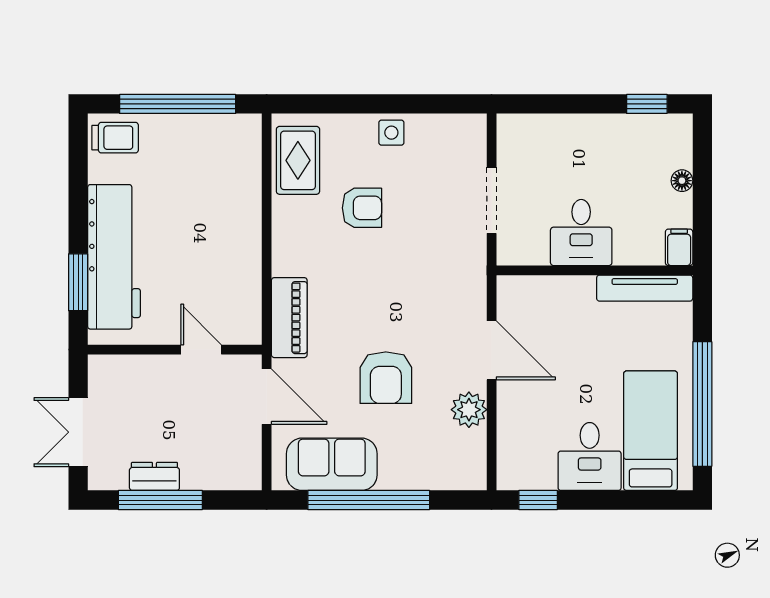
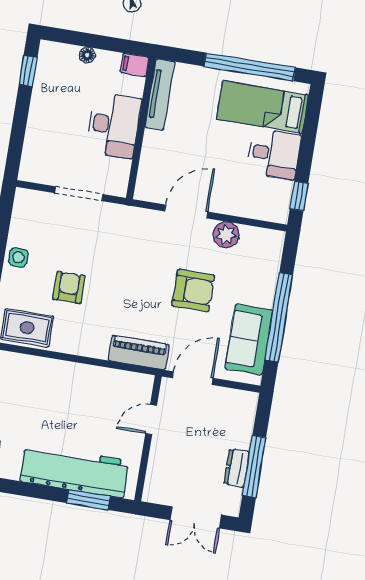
desk: (581, 232) -> (114, 125), width x1.37

